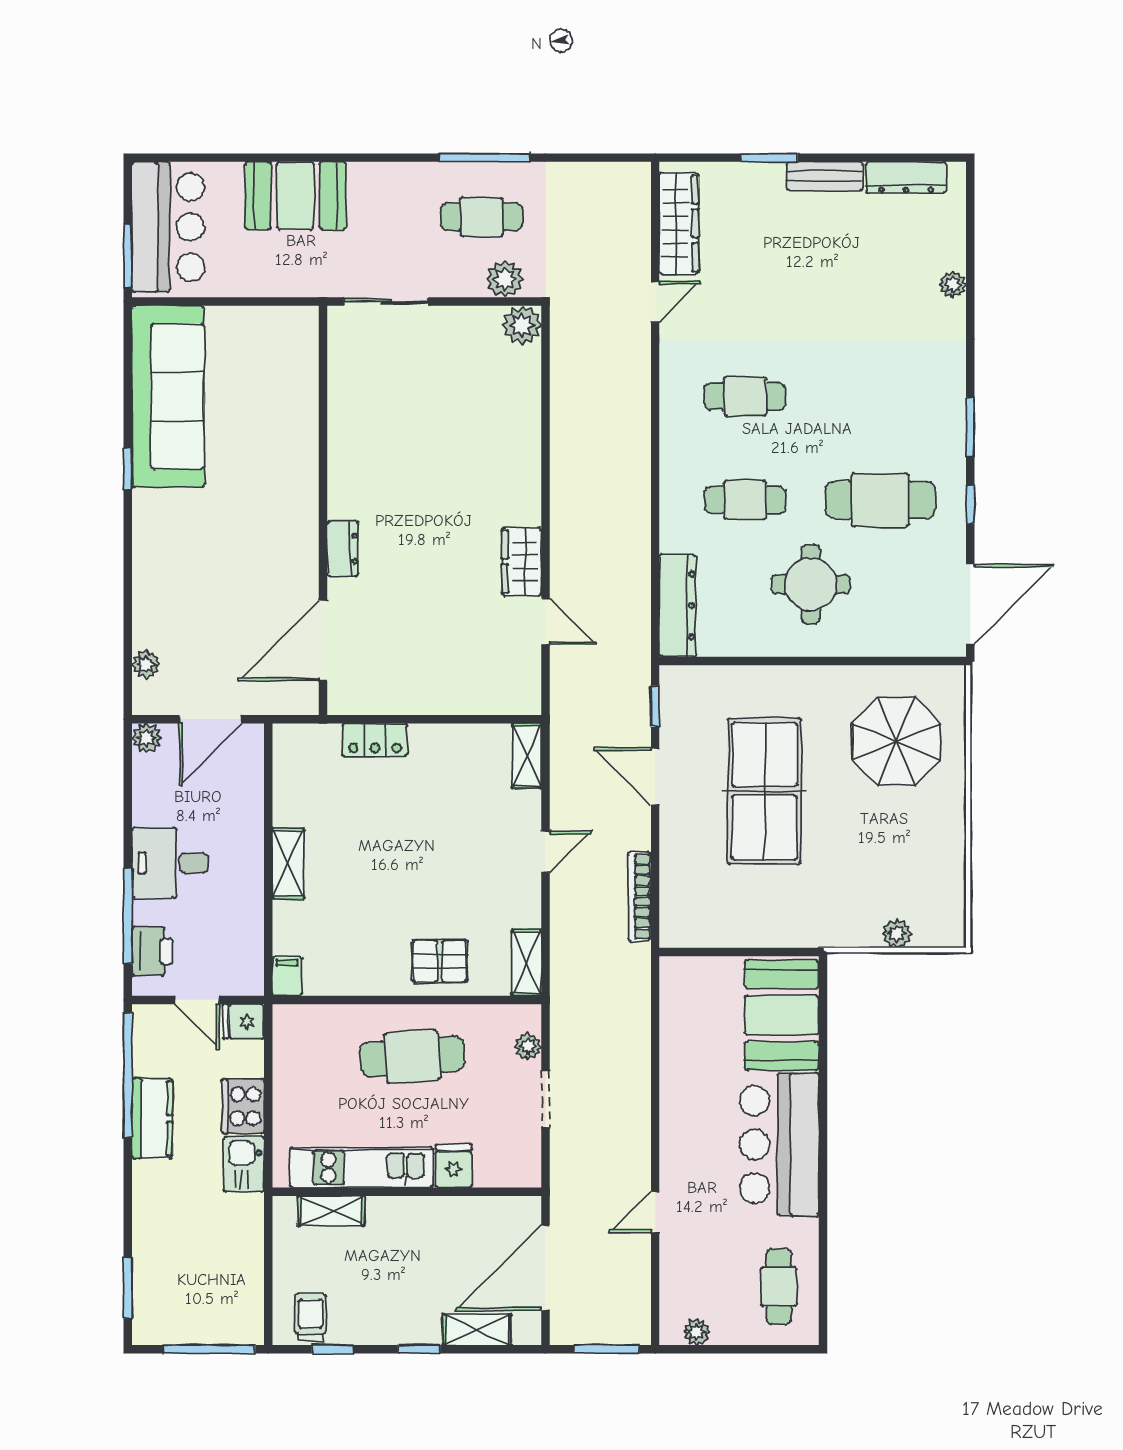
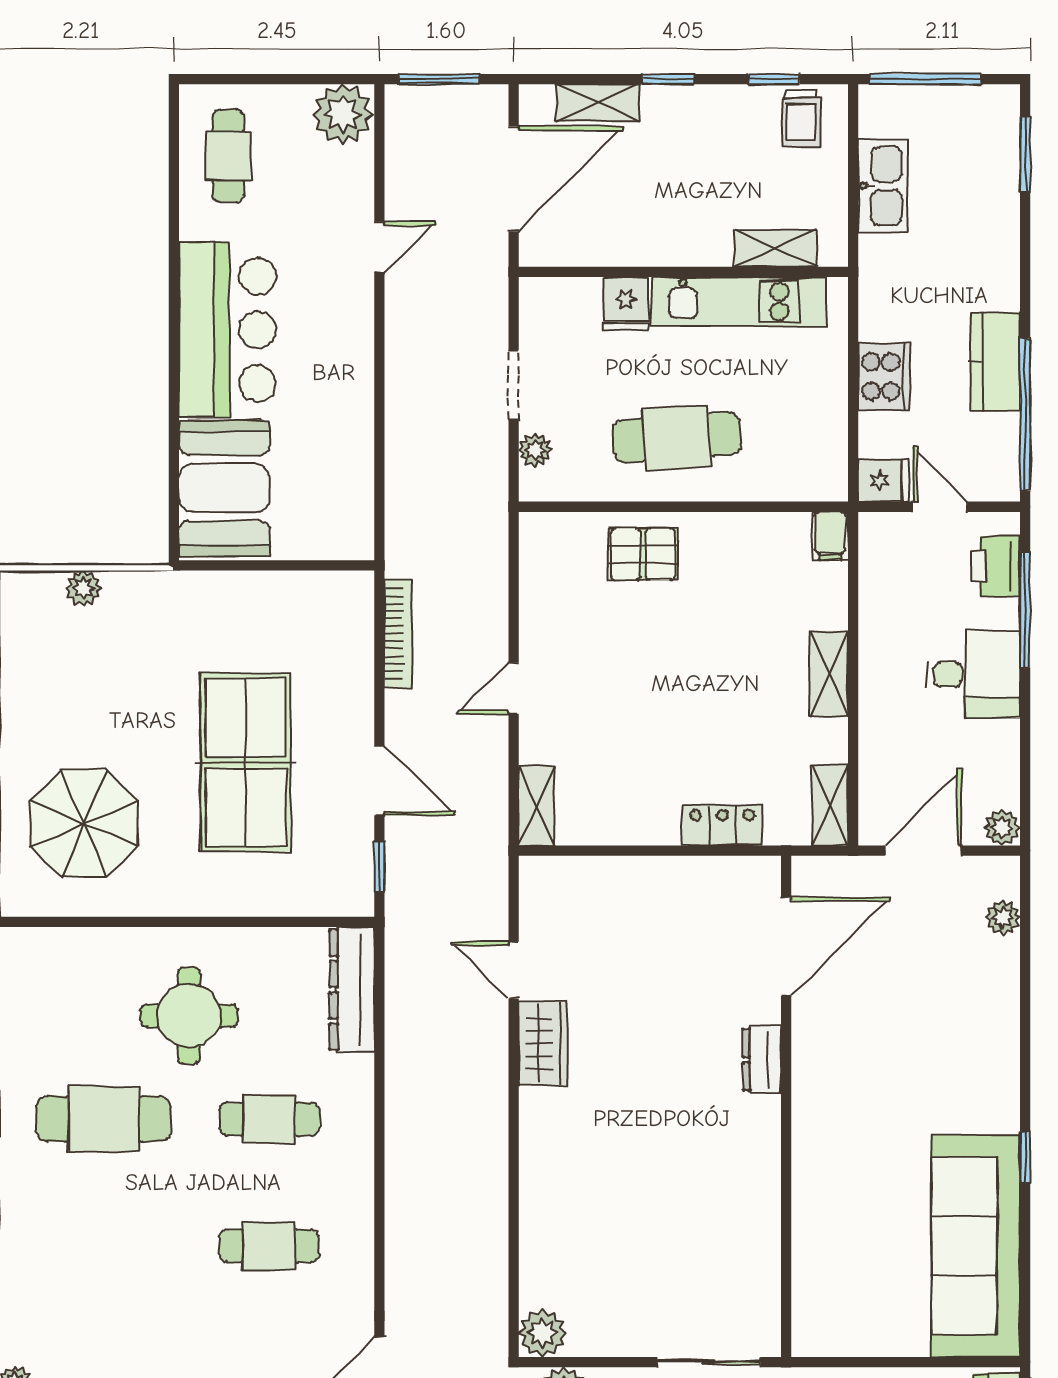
shelving: (527, 963) -> (830, 805), moved
kitchen sink: (244, 1164) -> (883, 186), moved, width x1.38
plant: (697, 1332) -> (343, 114), width x1.88, depth x1.88

